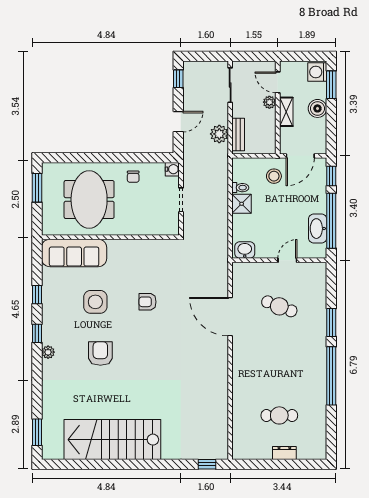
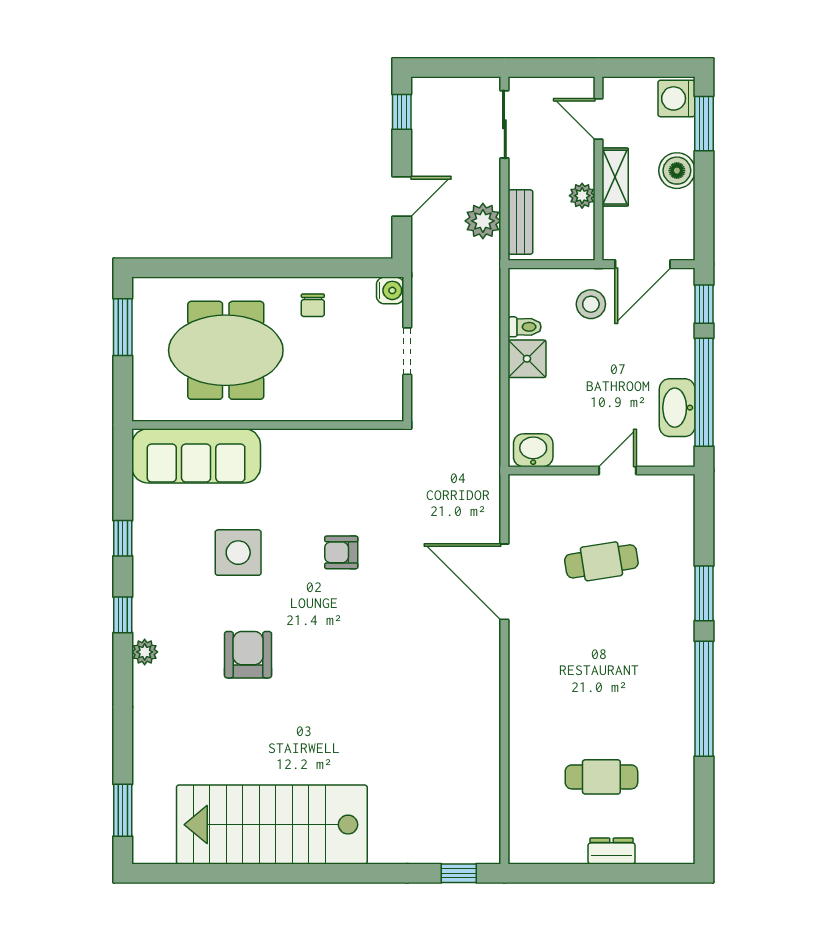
plant: (269, 102) -> (582, 196), moved
meeting table: (89, 199) -> (226, 350), turned 90
cafe table: (279, 306) -> (601, 561), turned -30

